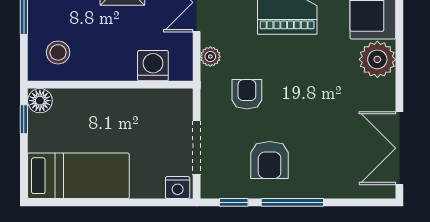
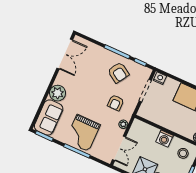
washing machine: (153, 66) -> (164, 139), moved
armchair: (270, 160) -> (118, 73), turned 122

